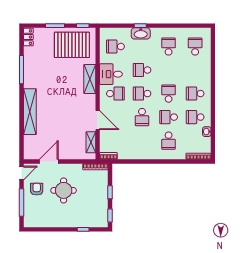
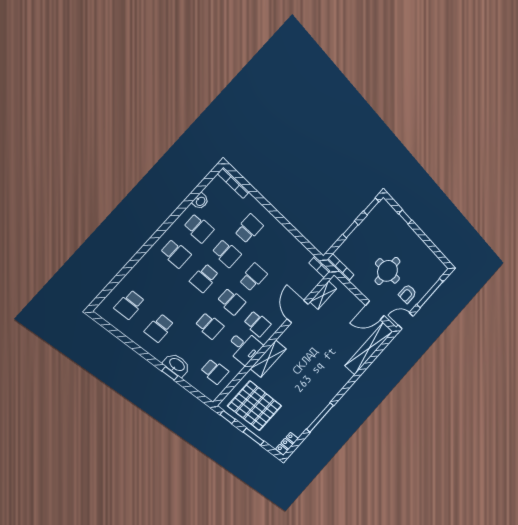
school desk: (115, 94) -> (257, 324), turned 180
shelving: (30, 112) -> (369, 349), moved

